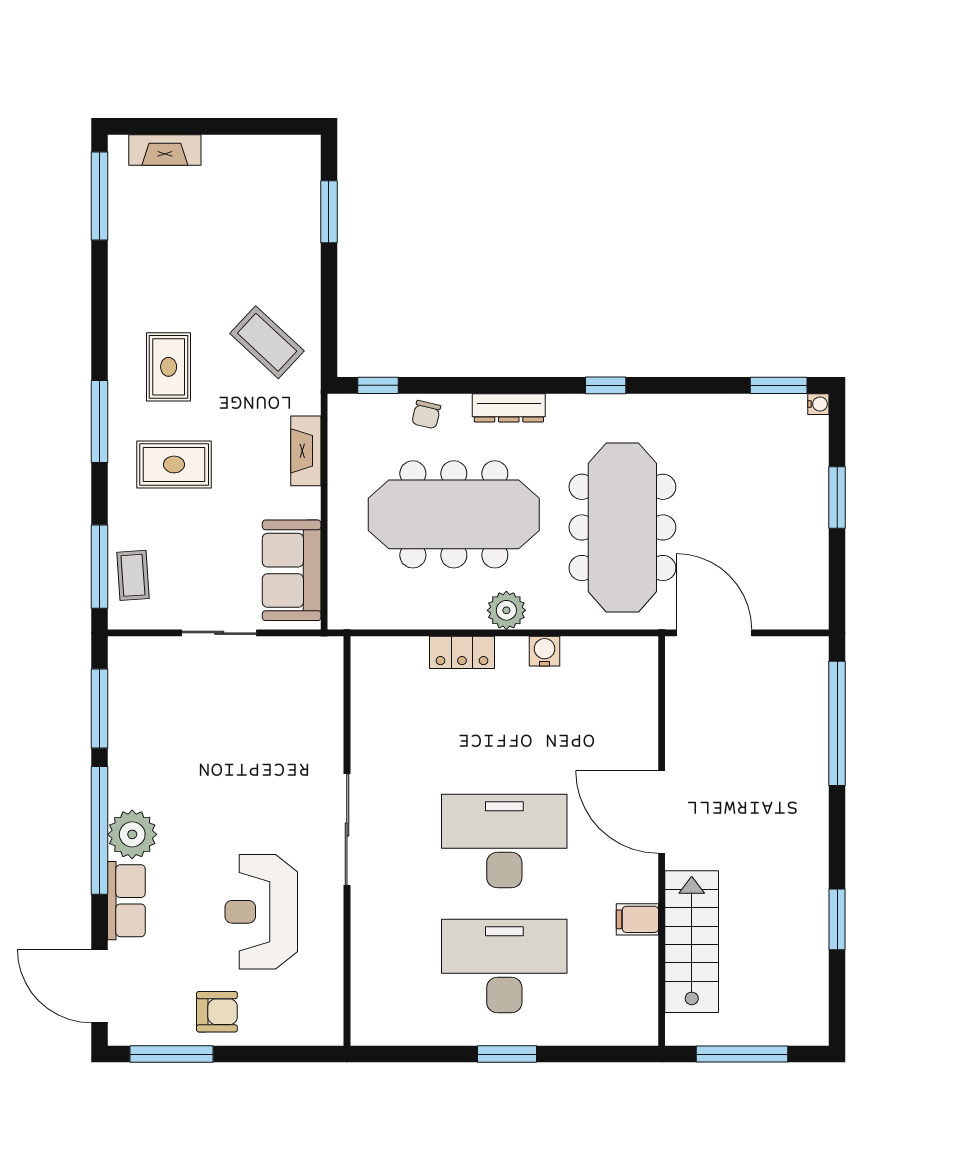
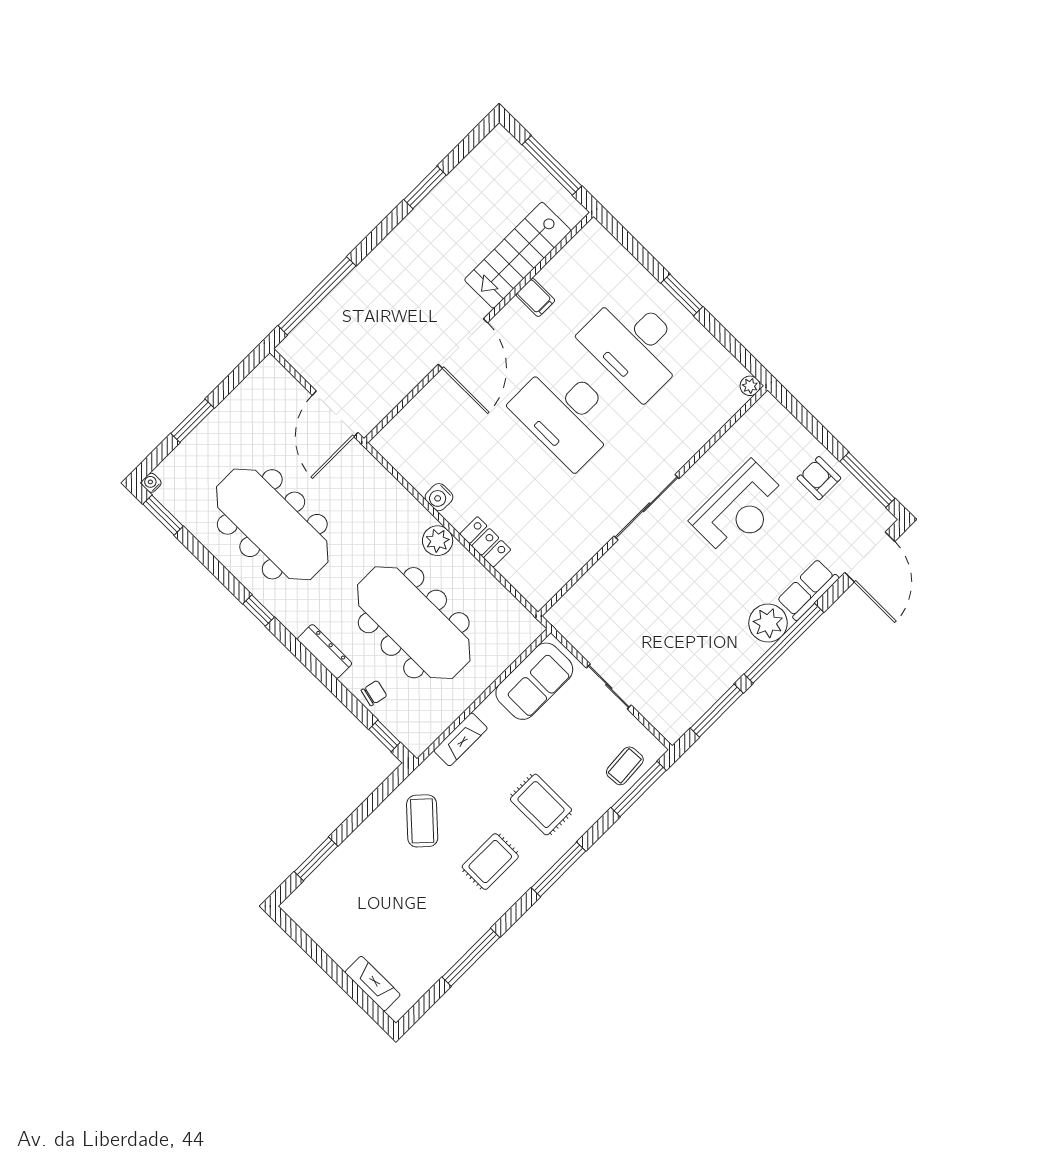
window: (100, 196) -> (471, 957), moved
meeting table: (622, 527) -> (272, 524), moved, turned 90
plant: (363, 1033) -> (750, 386), added

